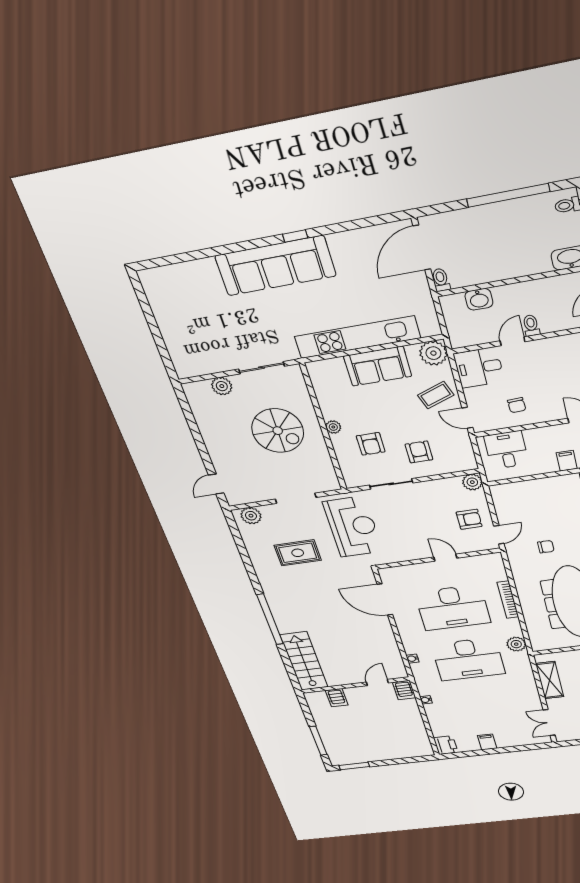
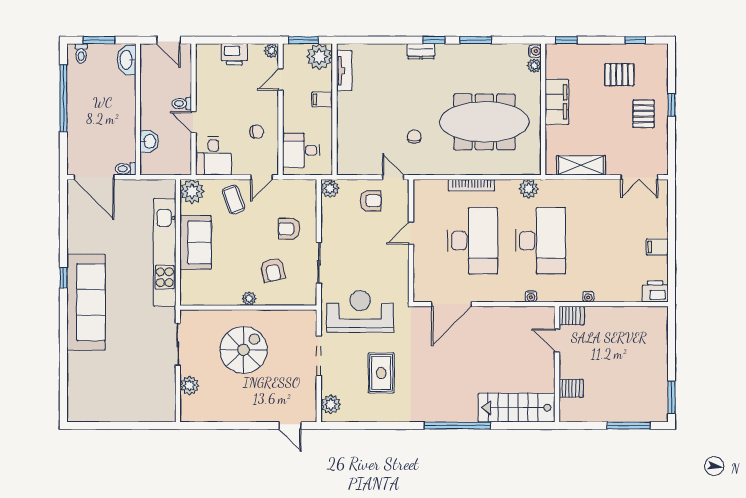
armchair: (371, 444) -> (273, 270), turned 77
armchair: (469, 519) -> (371, 201), turned 90

